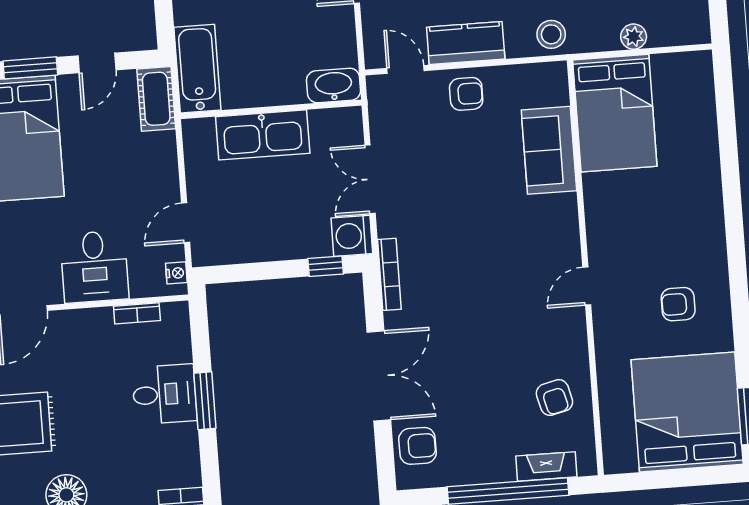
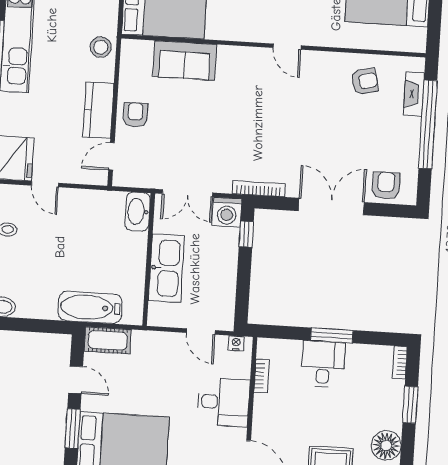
washbasin: (334, 86) -> (138, 212), moved
wall: (271, 109) -> (149, 259), moved
kitchen sink: (263, 135) -> (166, 268), moved

